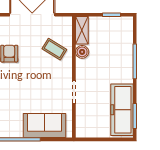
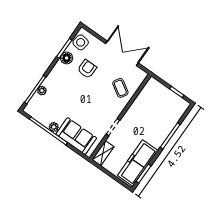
shelving: (82, 30) -> (103, 153), moved
boiler: (82, 52) -> (138, 103), removed
plant: (17, 132) -> (54, 127), added

